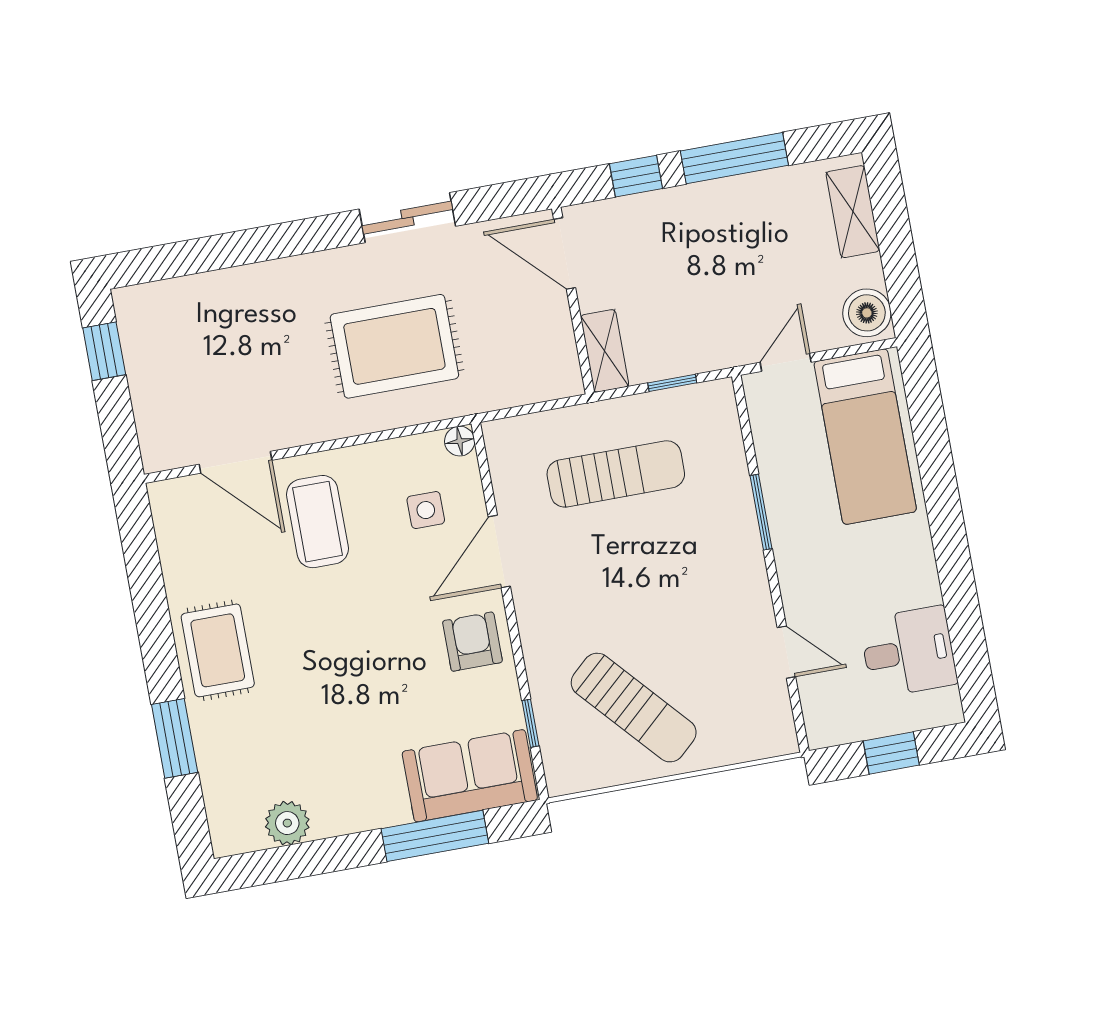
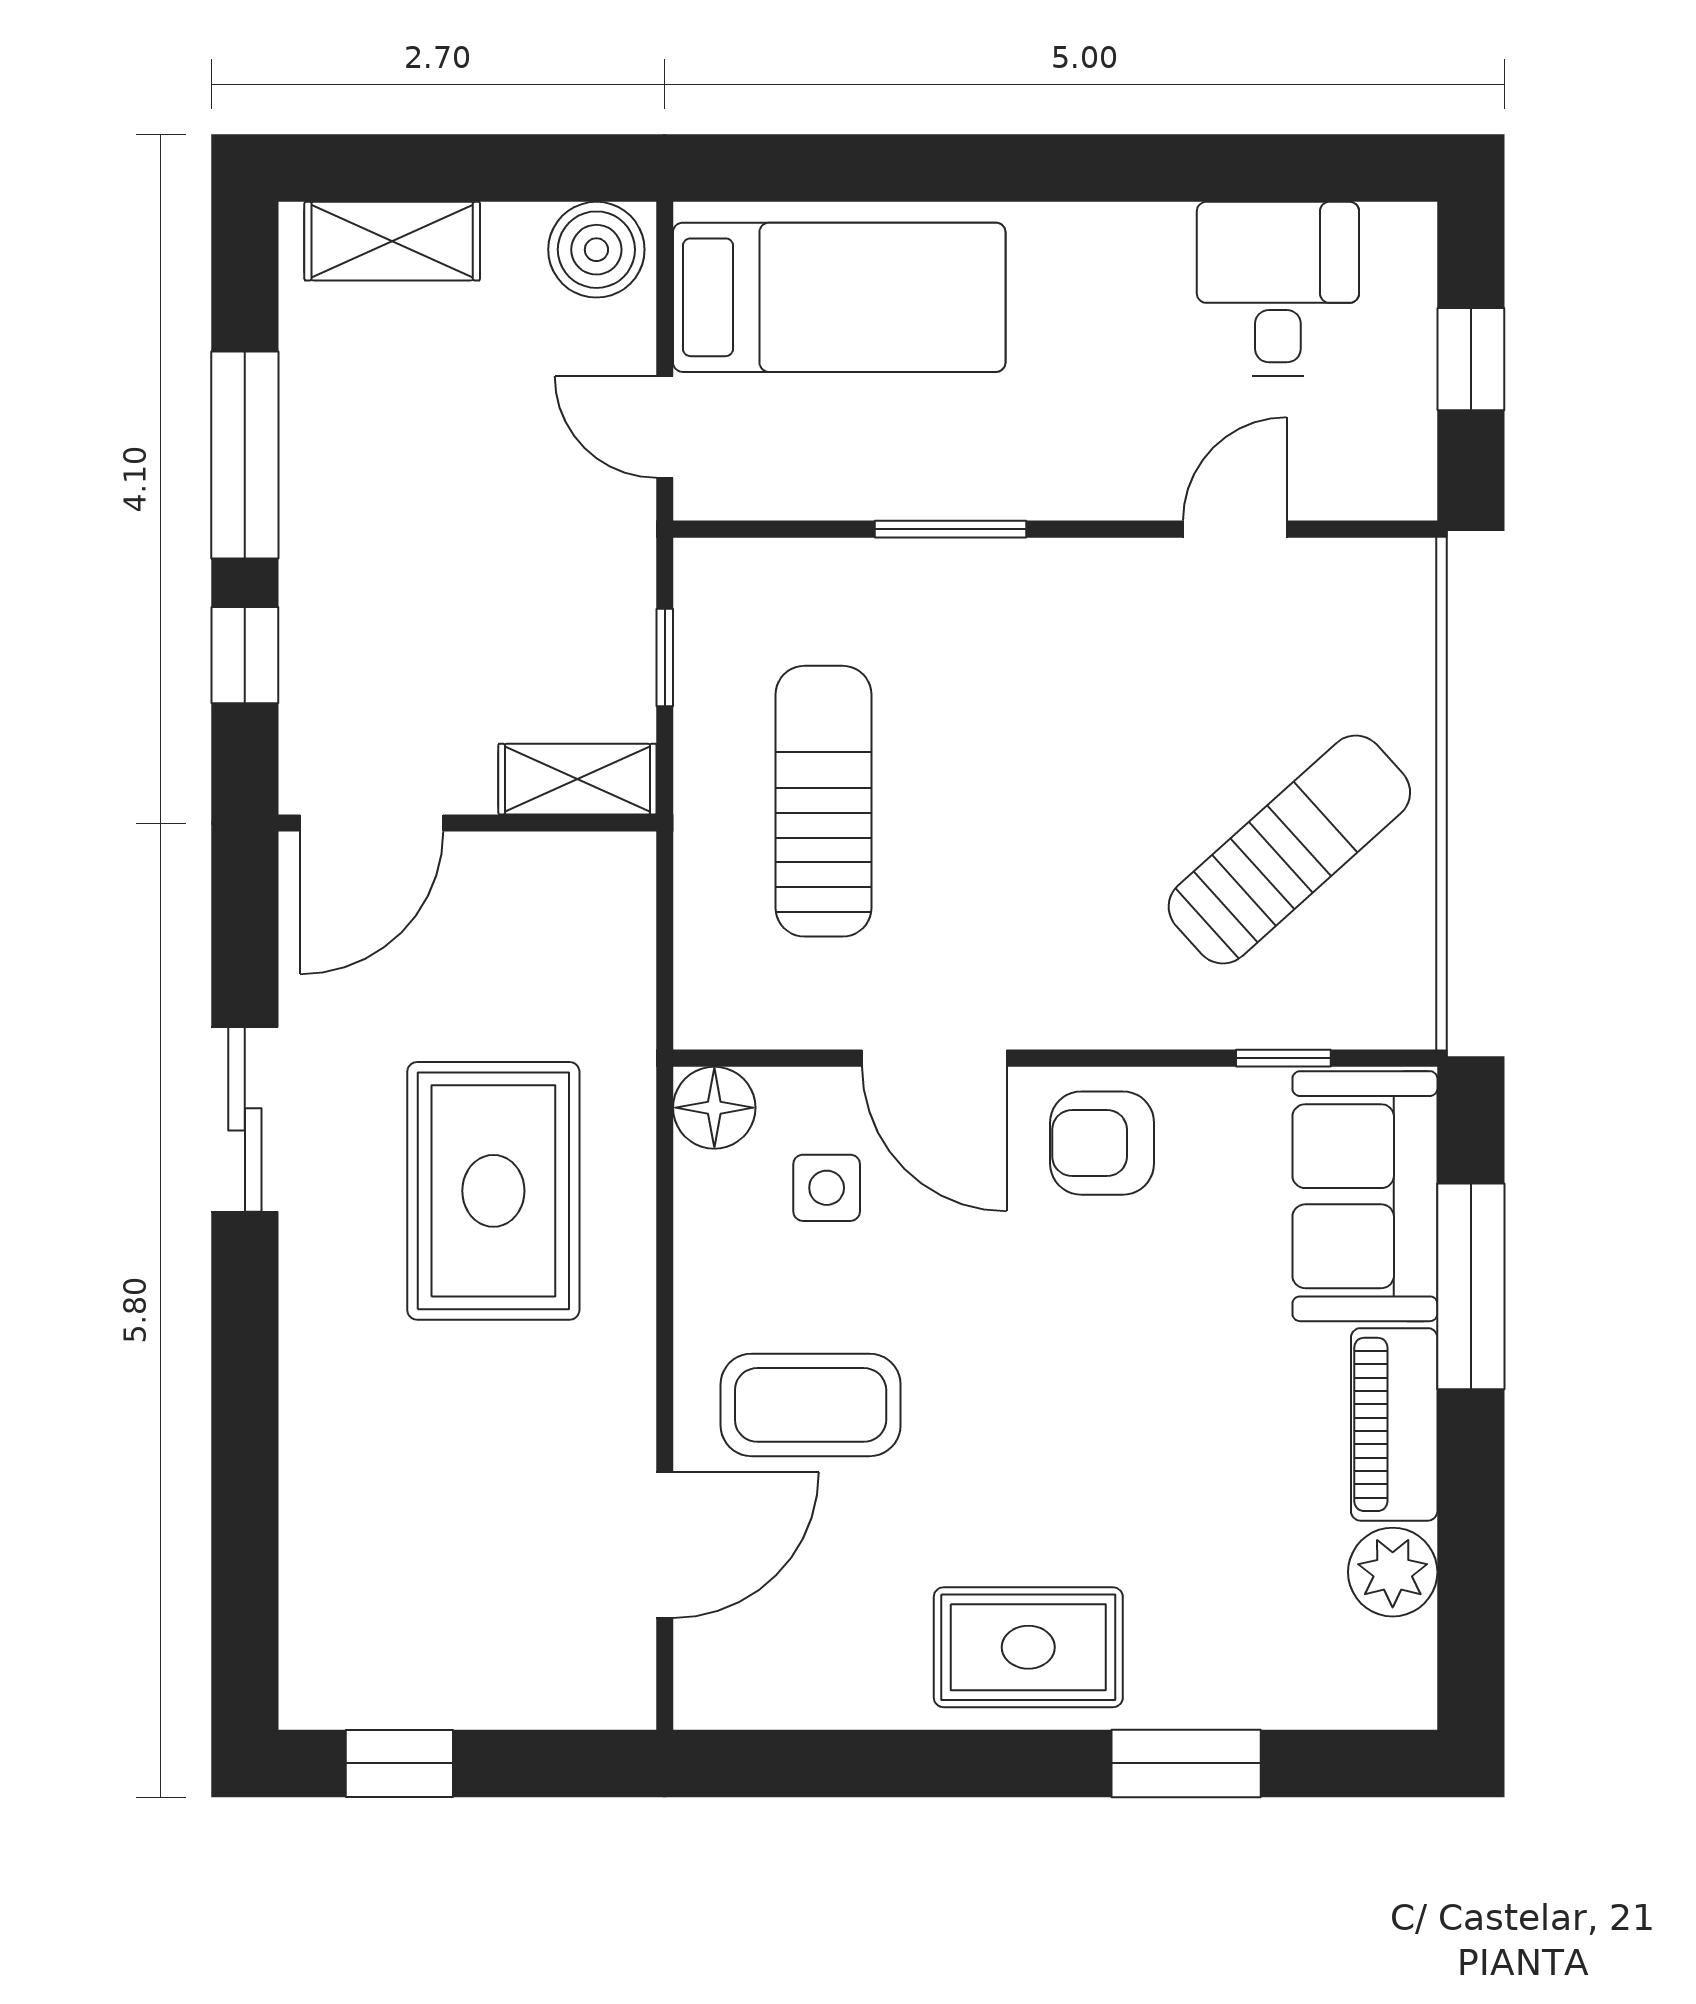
floor lamp: (460, 441) -> (714, 1108), width x1.37, depth x1.37
piano: (360, 811) -> (1394, 1424), added

